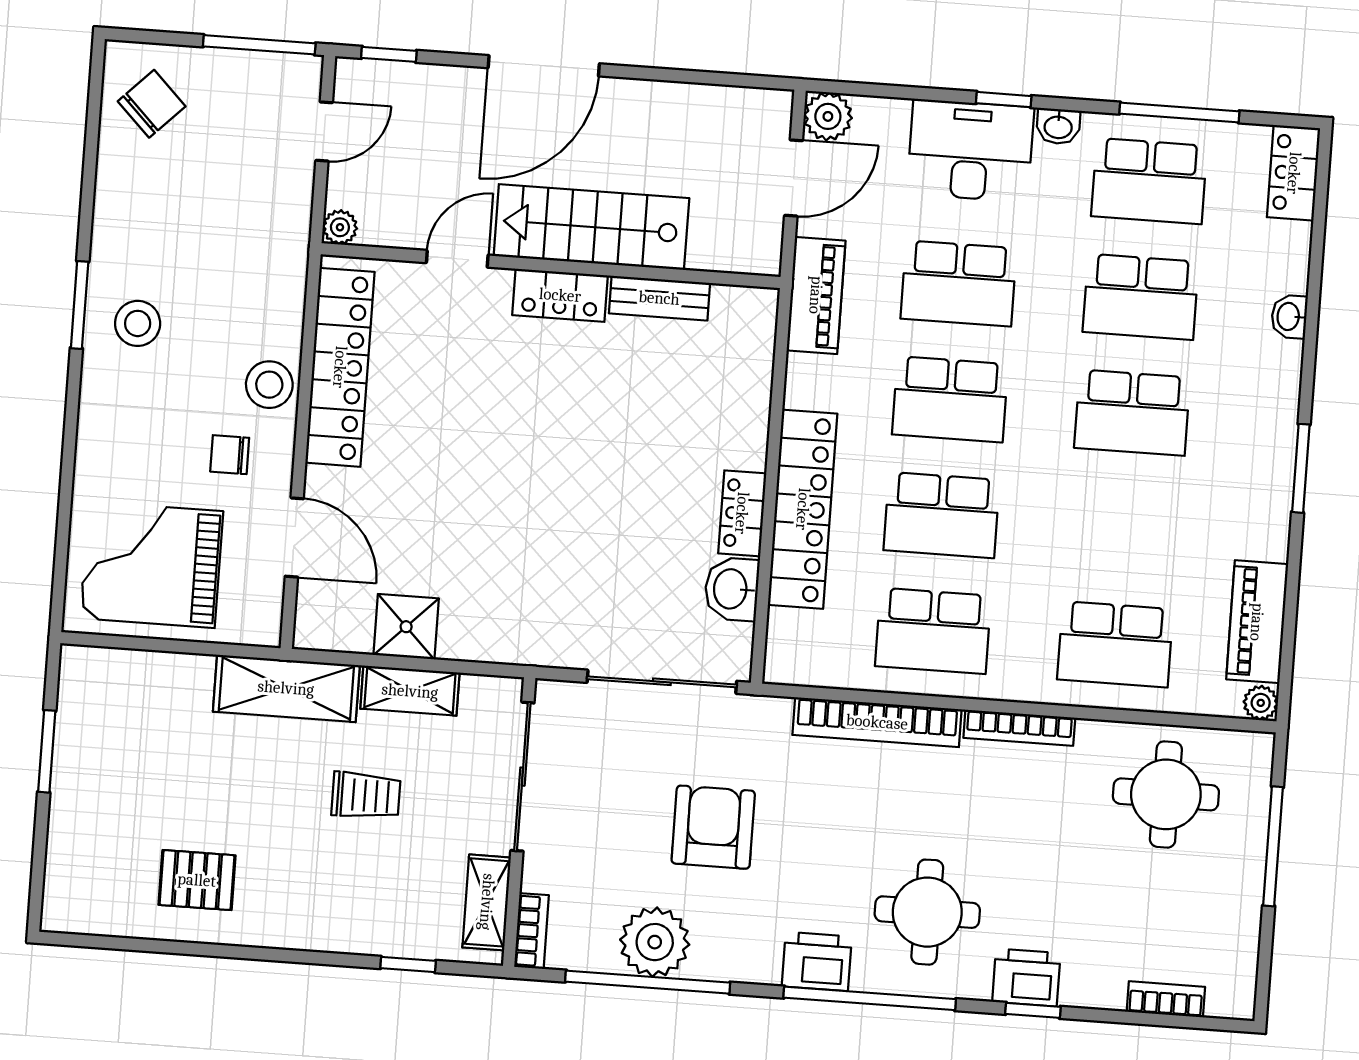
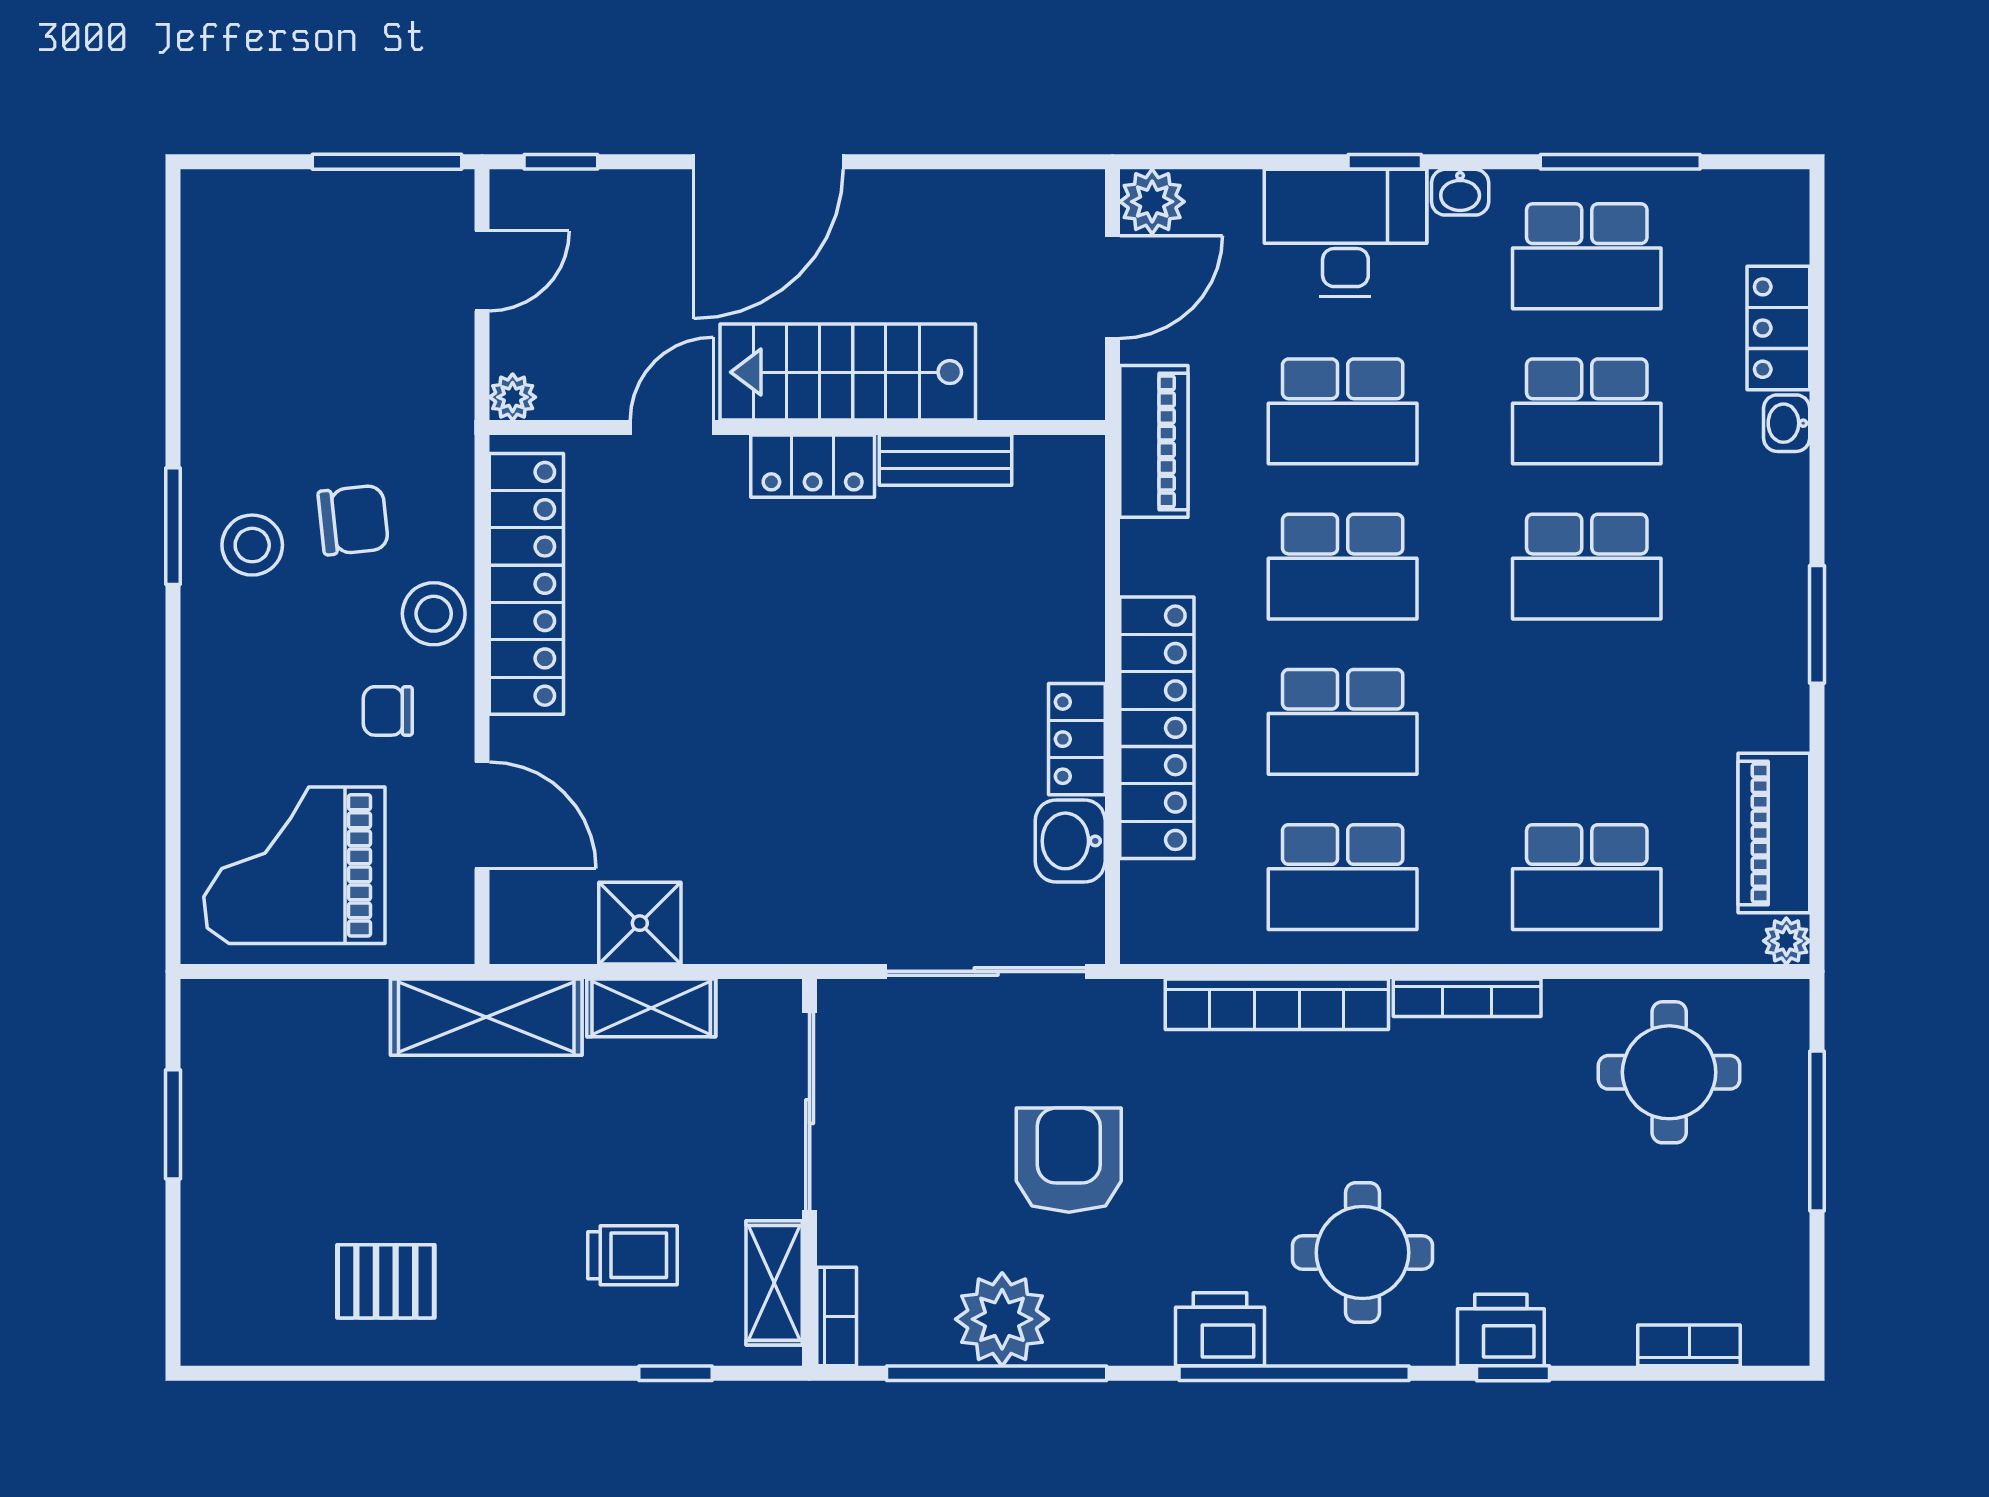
chair: (152, 104) -> (353, 520), moved, turned 39
locker: (1294, 173) -> (1778, 328), moved
trolley: (366, 796) -> (632, 1255), moved

